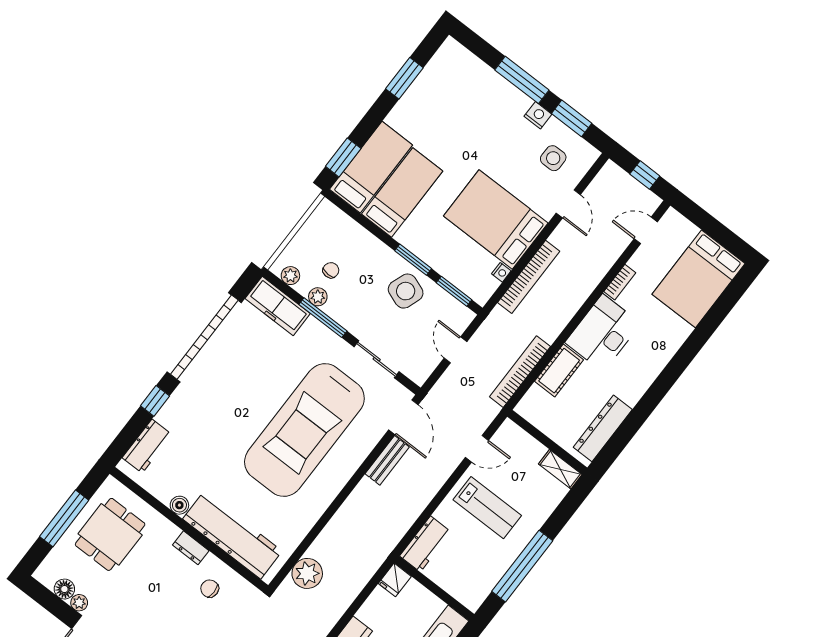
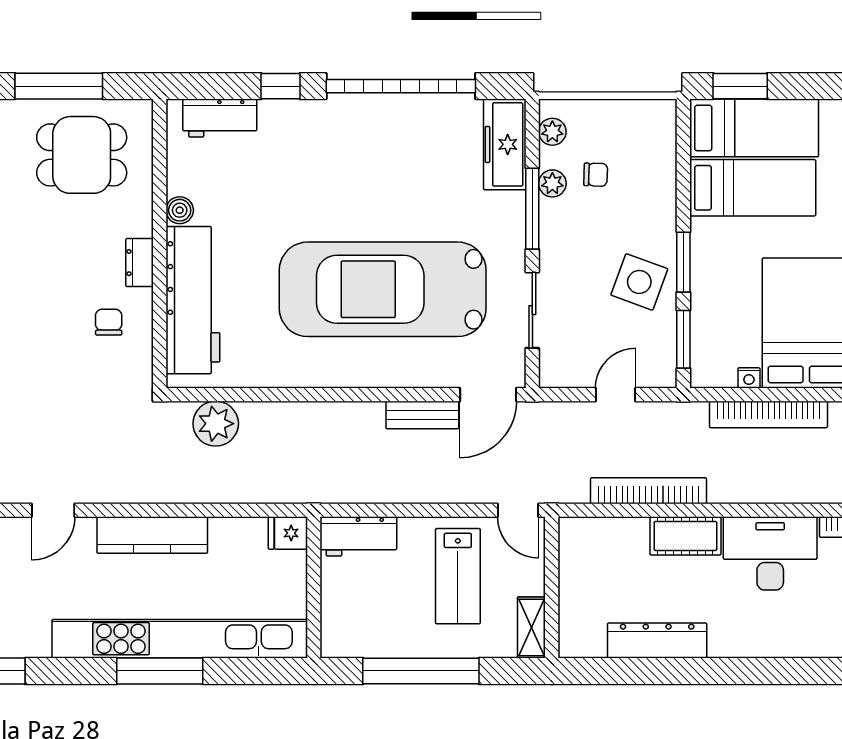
wall: (547, 442) -> (552, 587), moved
shelving: (560, 469) -> (531, 628), moved

